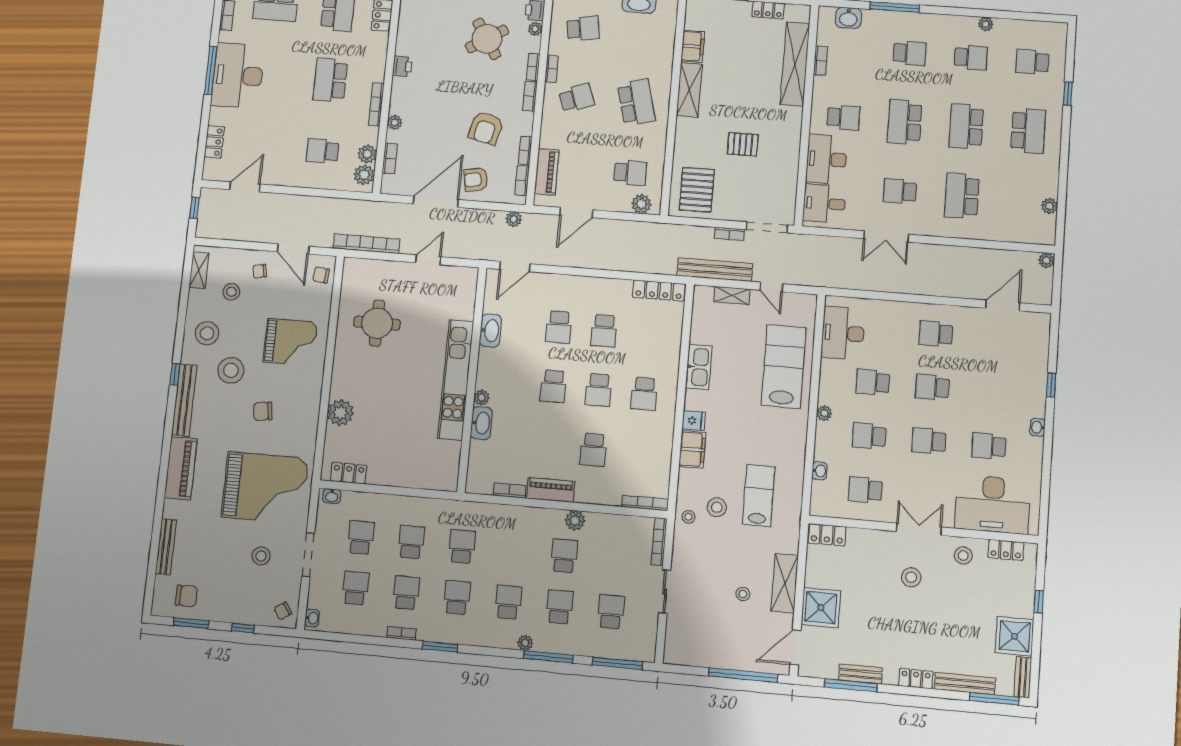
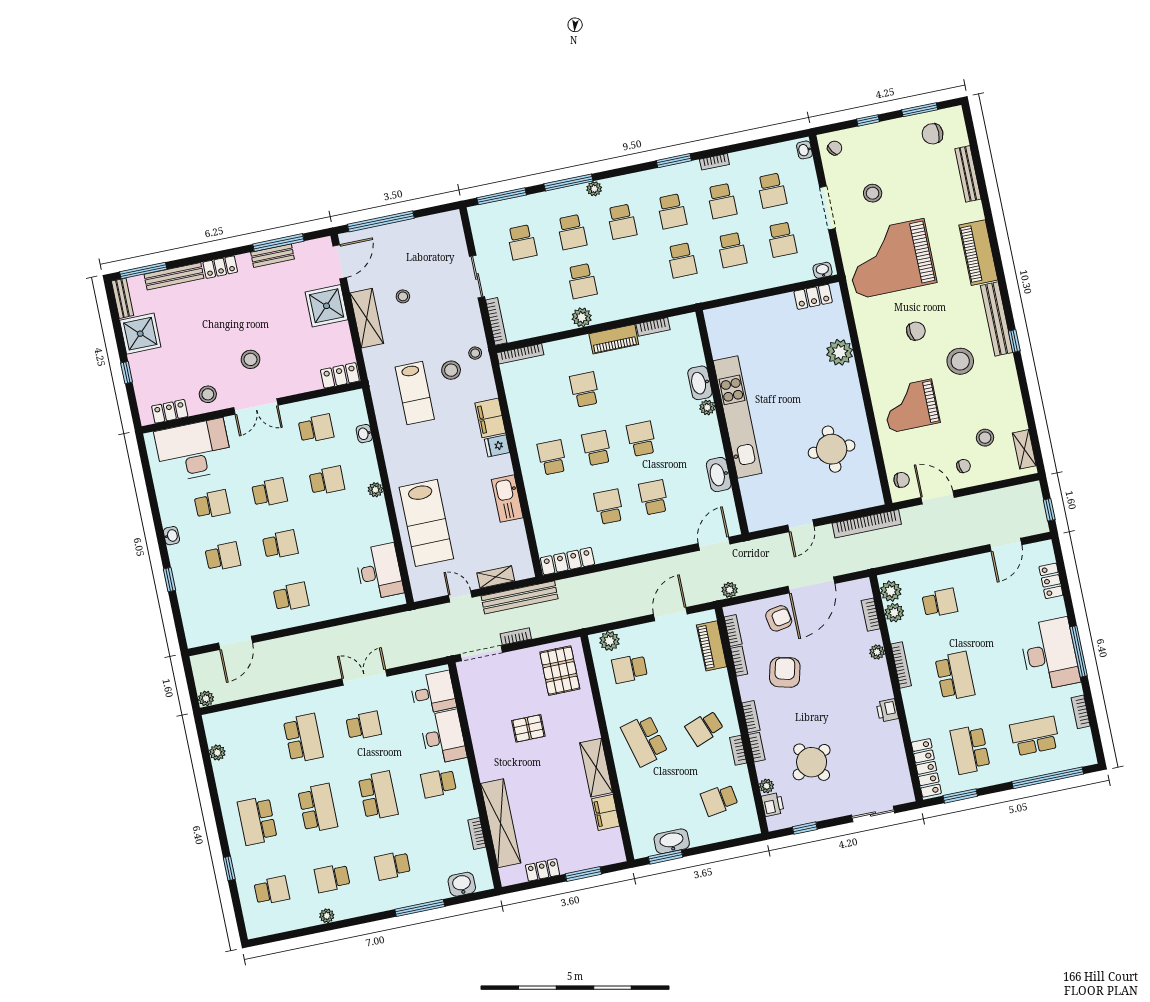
stool: (207, 333) -> (996, 390), removed
school desk: (873, 382) -> (223, 557), moved

